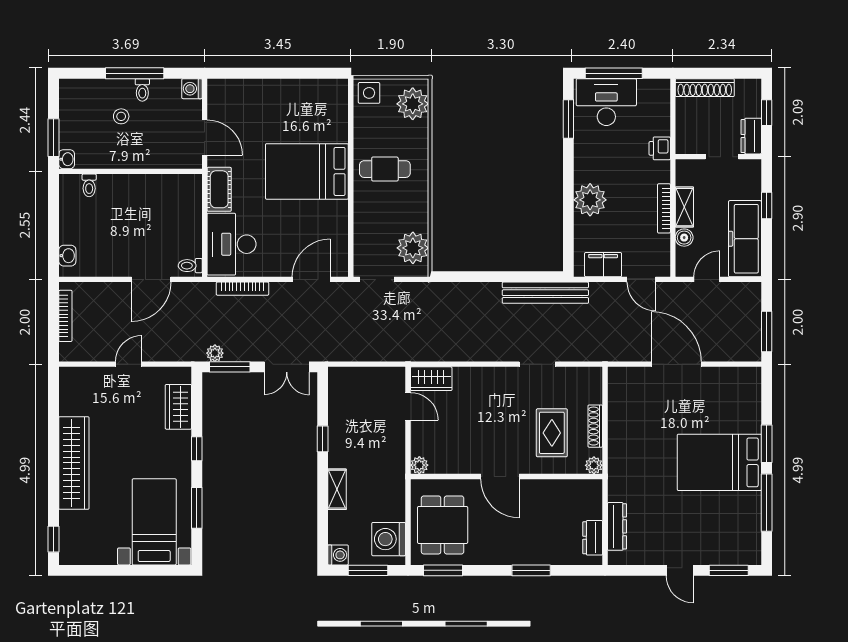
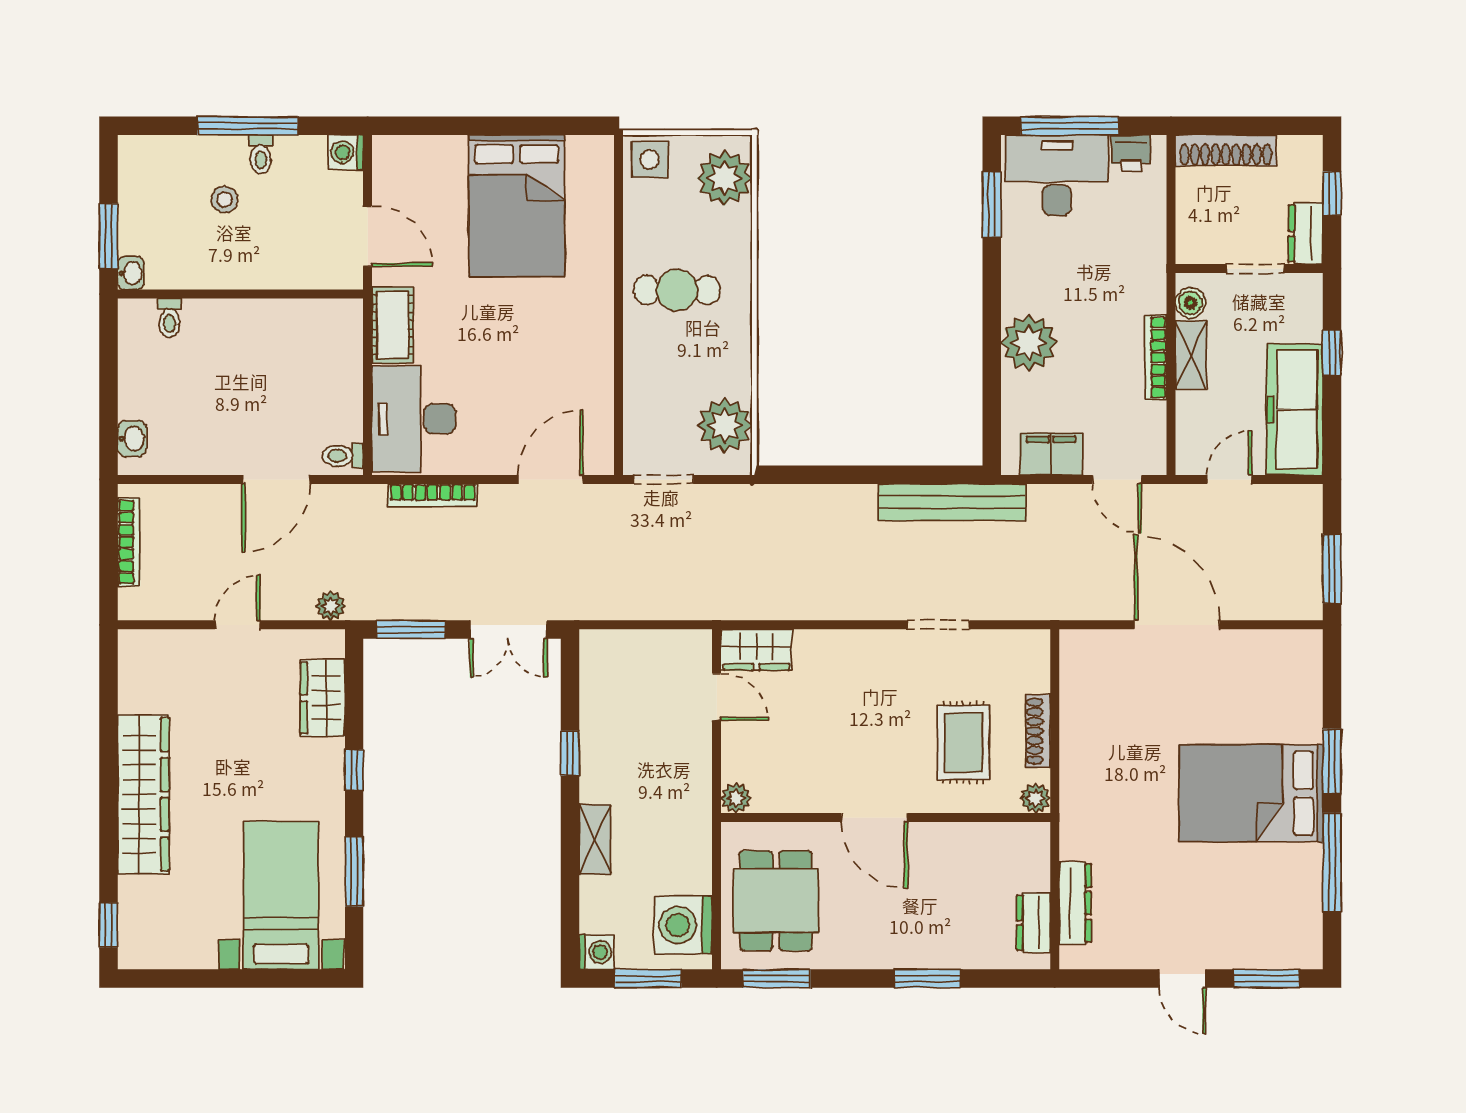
printer: (660, 148) -> (1131, 153), moved, turned -90
bed: (307, 171) -> (517, 206), moved, turned -90
boiler: (684, 238) -> (1190, 303), moved
plant: (215, 353) -> (331, 606), moved

